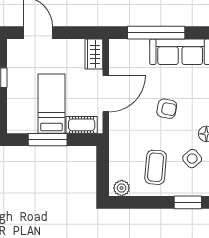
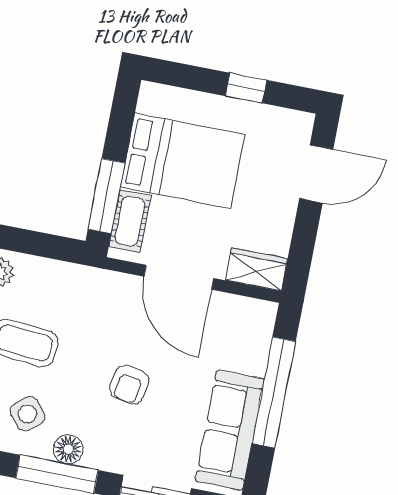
bed: (51, 104) -> (183, 161), width x1.50
window: (48, 140) -> (106, 196), moved

